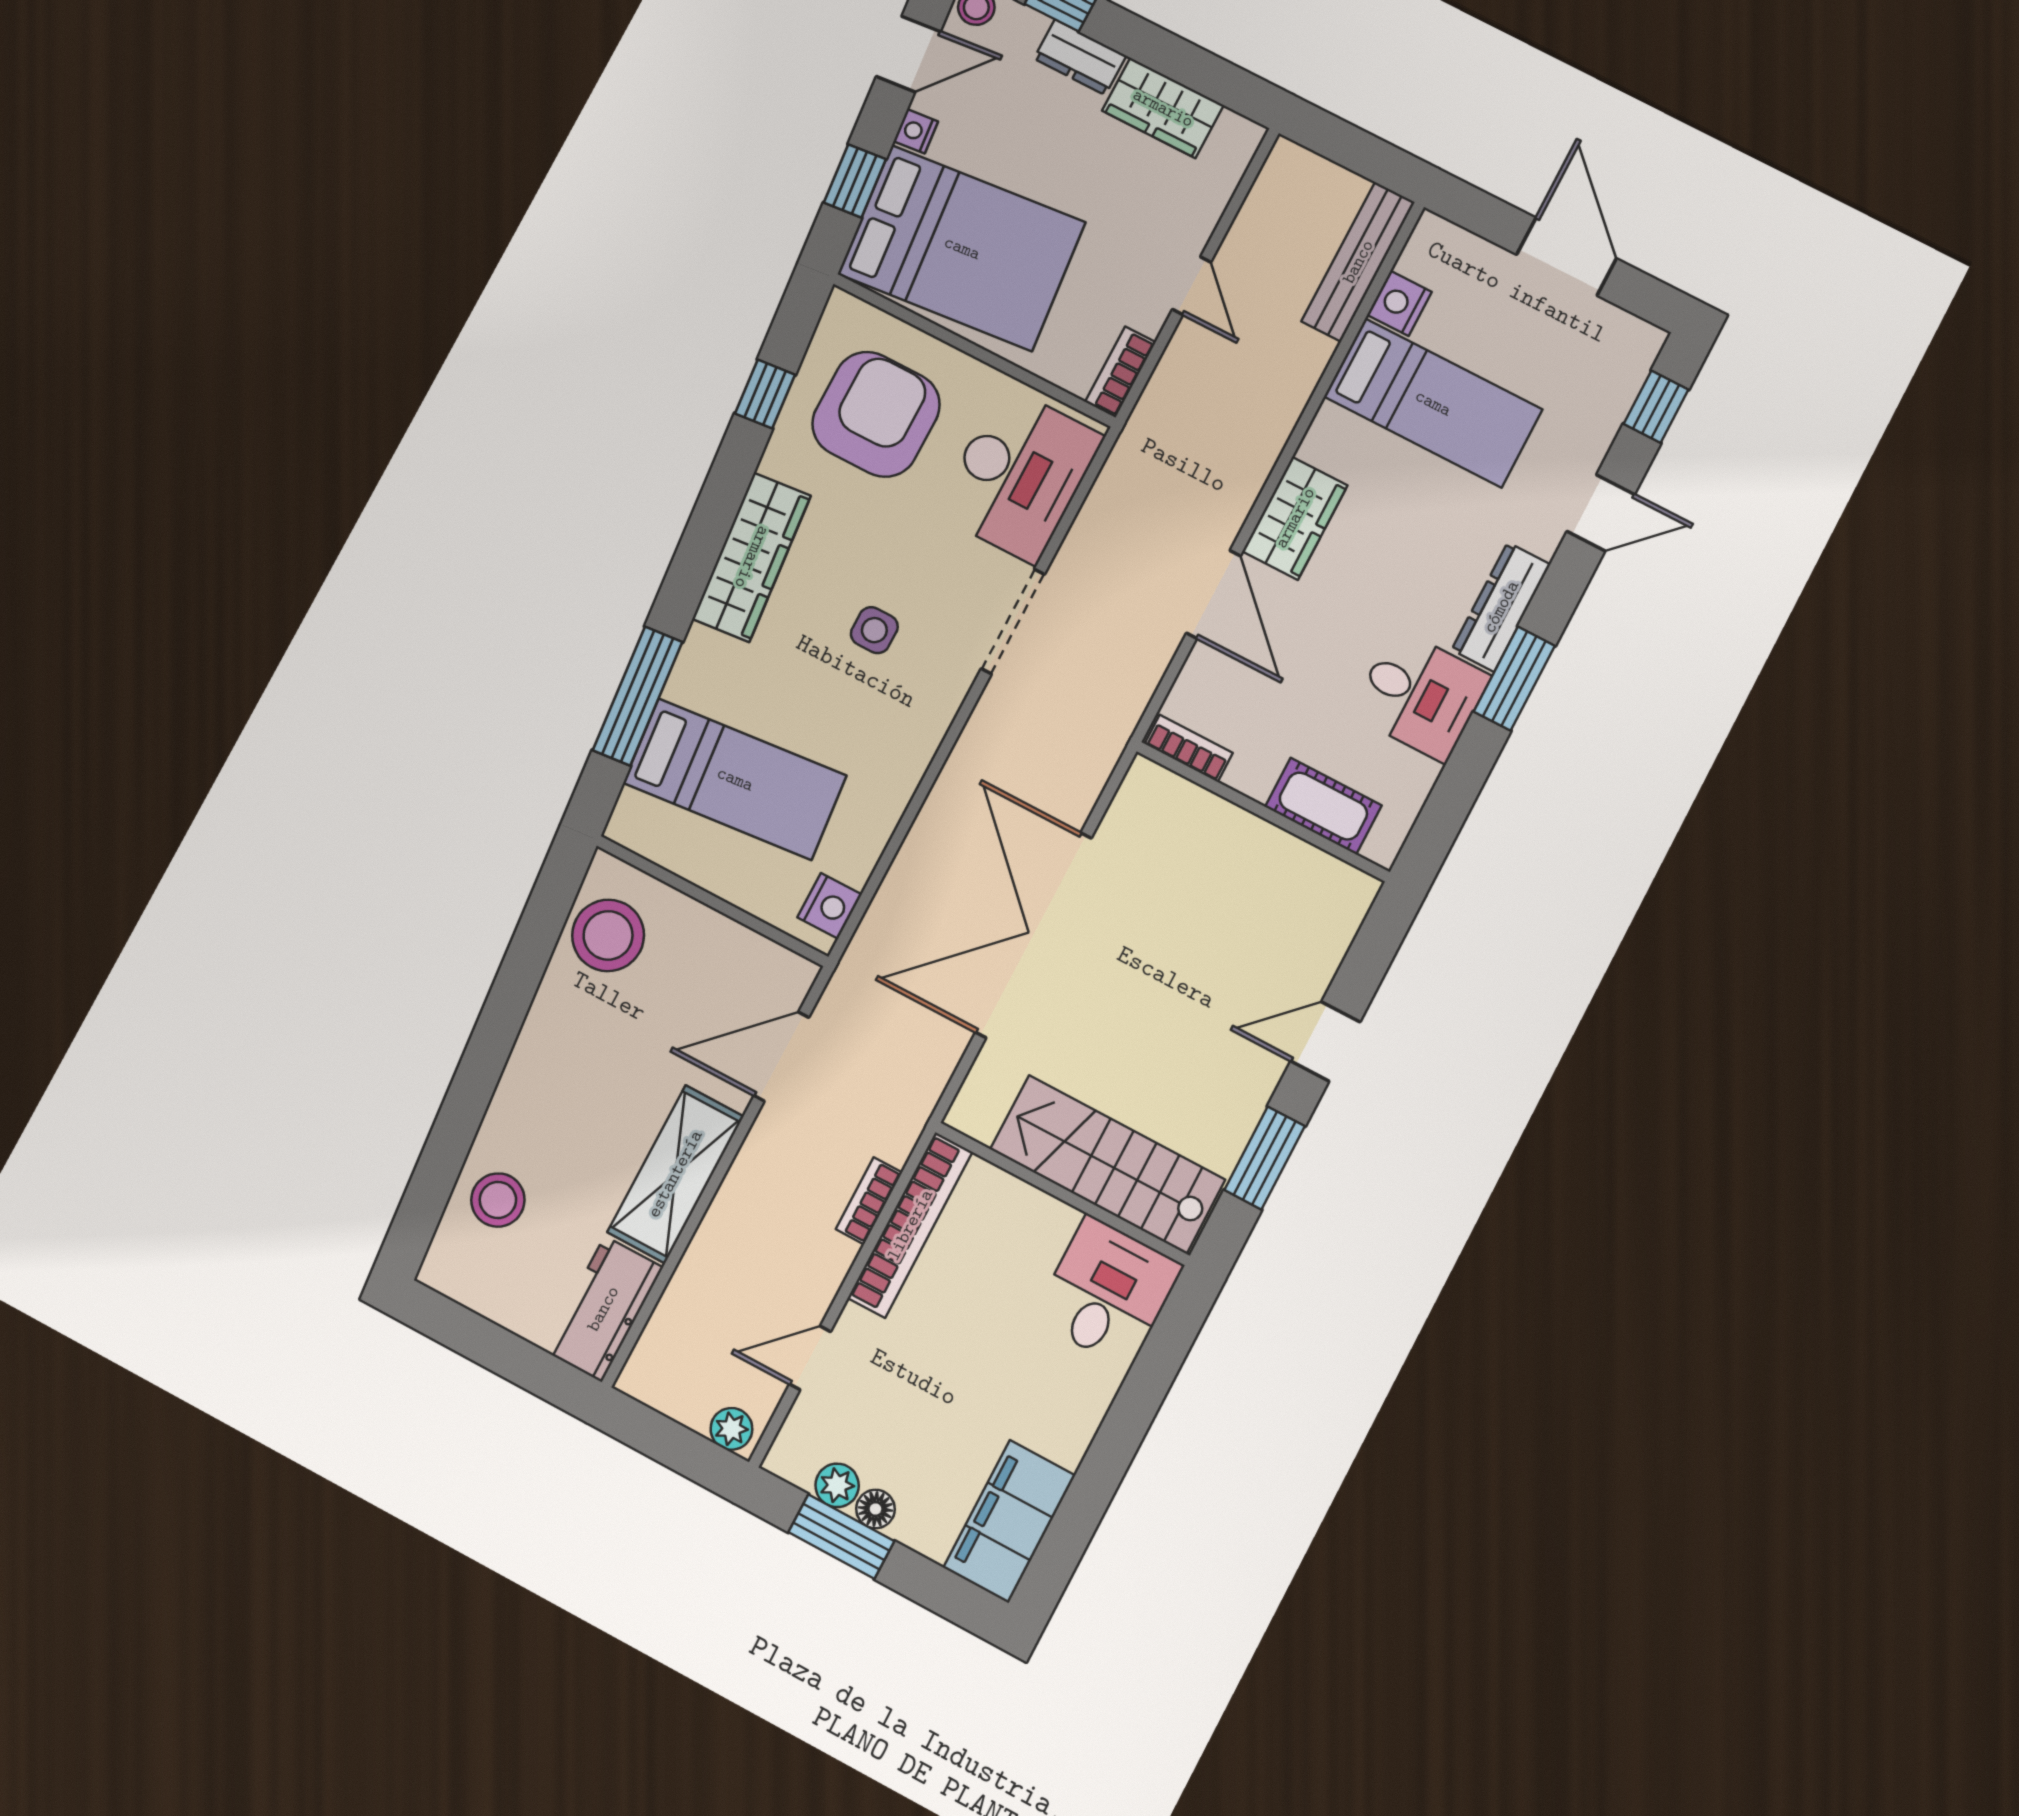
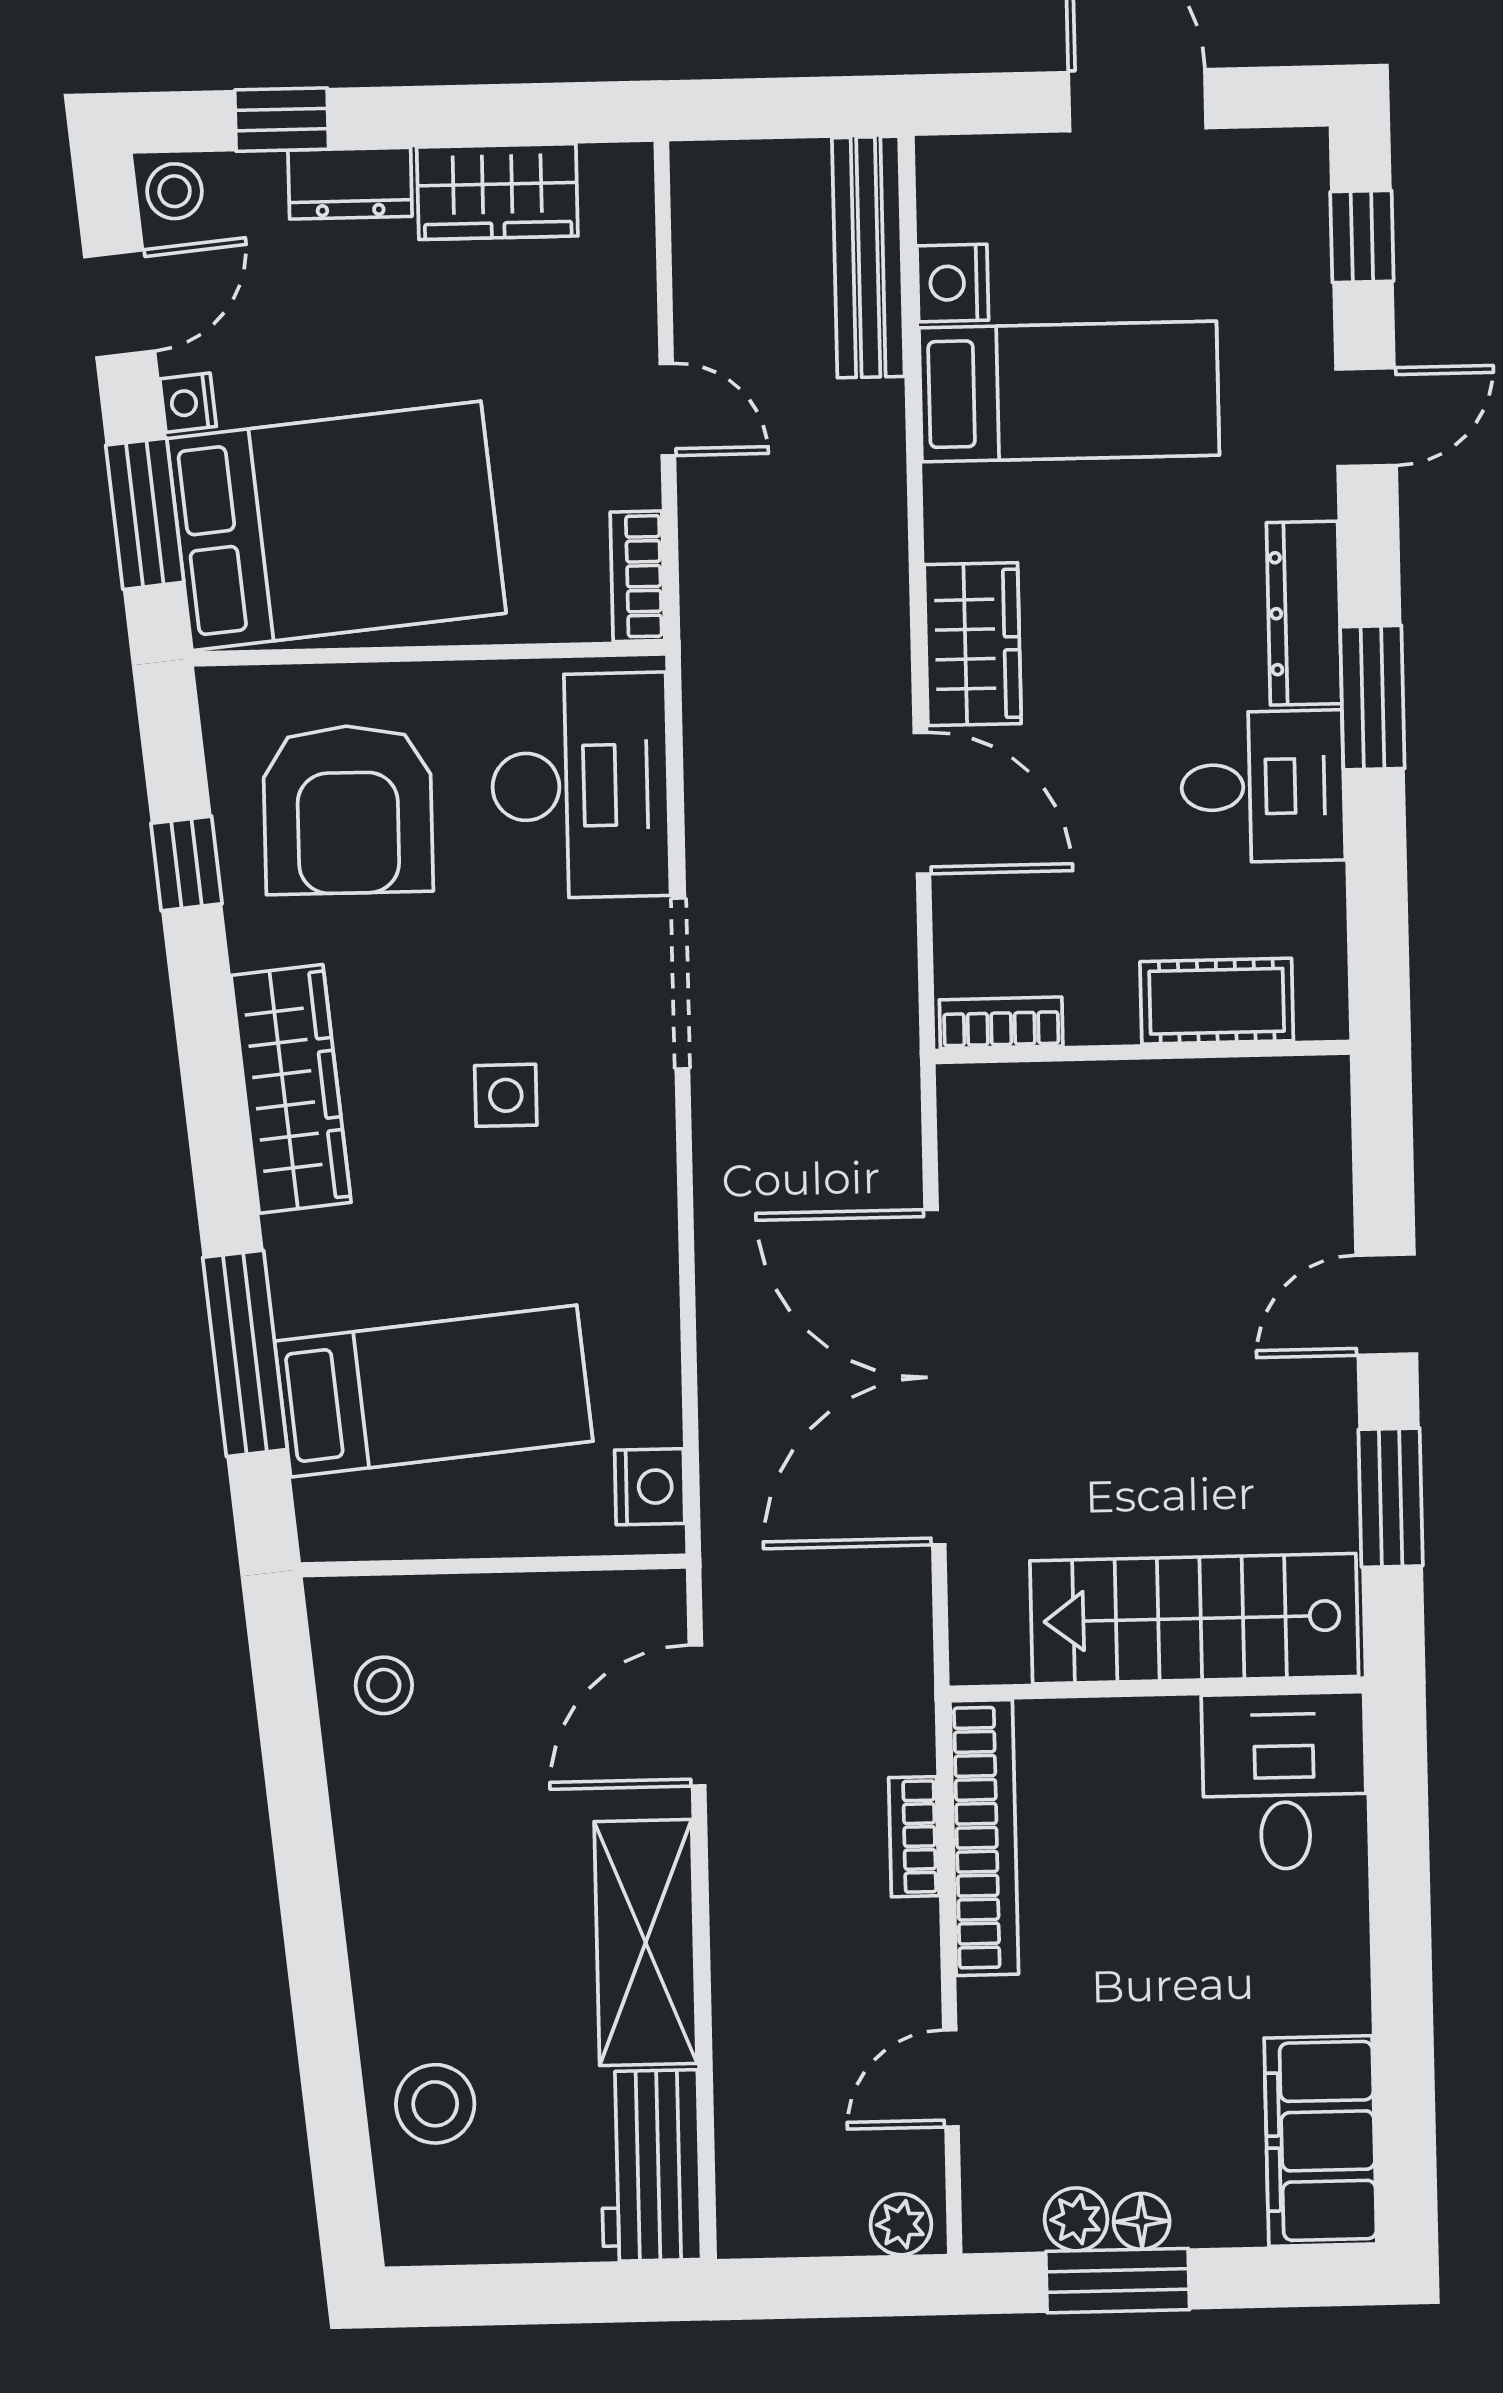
window: (855, 181) -> (145, 514), width x1.50
armchair: (876, 414) -> (348, 809), turned 180
stool: (608, 935) -> (384, 1685), width x0.53, depth x0.53

